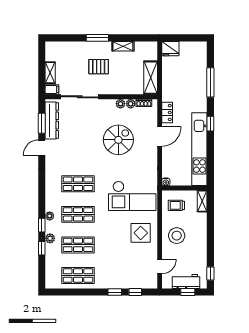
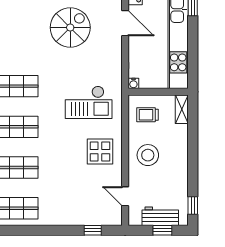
door: (160, 137) -> (125, 23), hinge flipped
checkout: (132, 196) -> (89, 102), width x0.73, depth x0.83
door: (160, 266) -> (125, 196), swing flipped
window: (115, 292) -> (65, 230), removed

